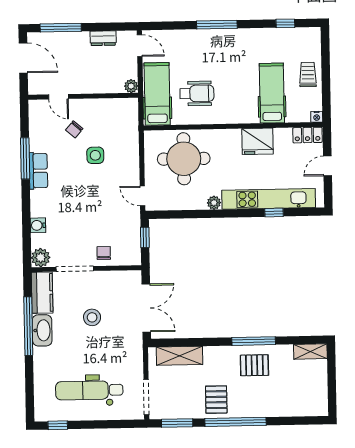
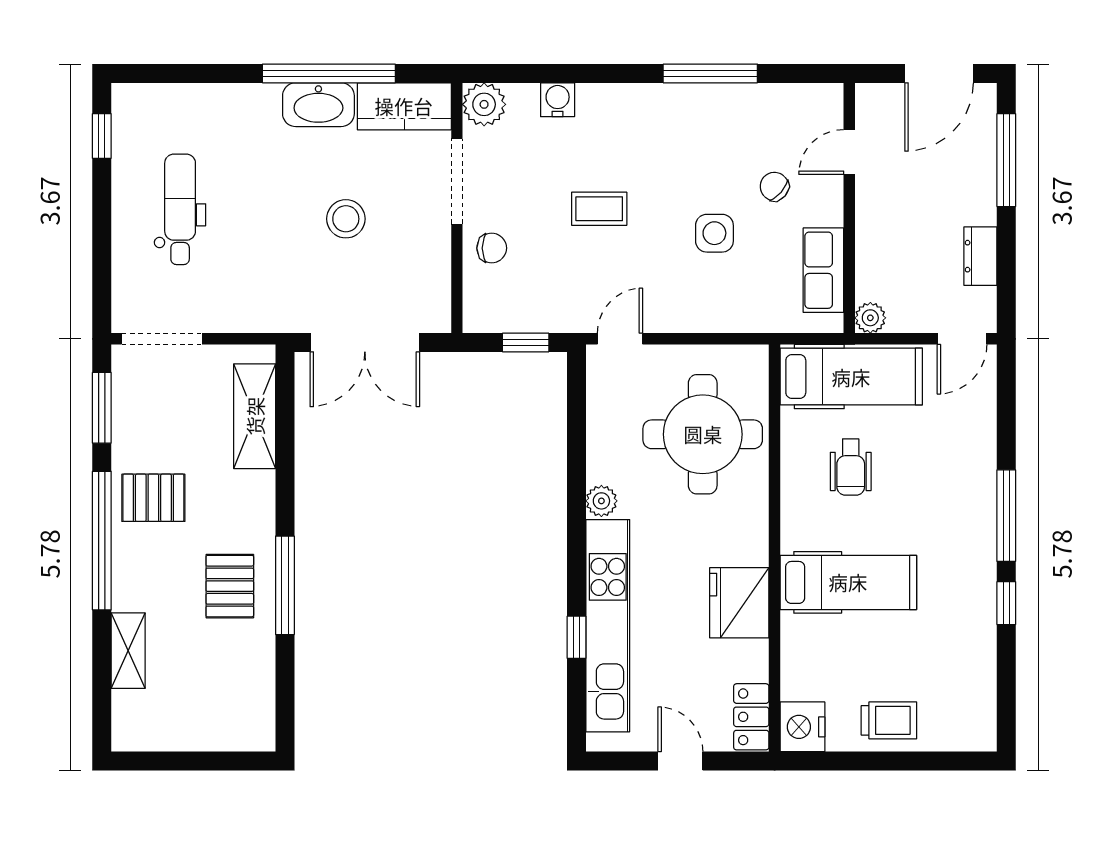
window: (285, 23) -> (1006, 603), moved
wheelchair: (197, 93) -> (851, 467), width x0.73, depth x0.73
hospital bed: (272, 93) -> (848, 582), moved
nightstand: (317, 117) -> (802, 727), width x1.89, depth x1.79
row of seats: (38, 171) -> (823, 270), moved, turned 90
coffee table: (86, 206) -> (599, 209), added
shelving: (310, 352) -> (128, 651), moved
dental chair: (89, 390) -> (180, 209), width x0.73, depth x0.72

